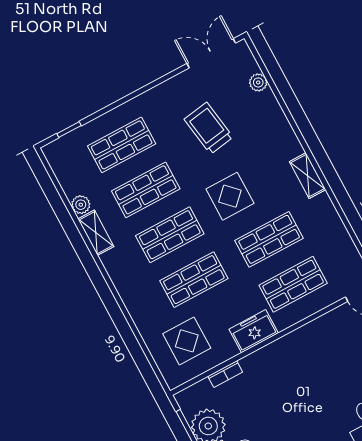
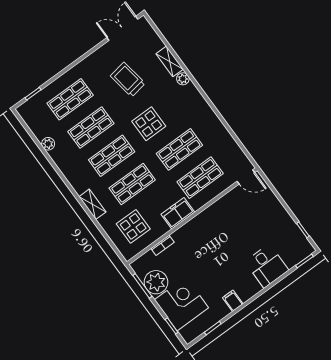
plant: (258, 82) -> (183, 79), moved
shelving: (308, 176) -> (170, 61), moved
shelving: (96, 233) -> (92, 204), moved

